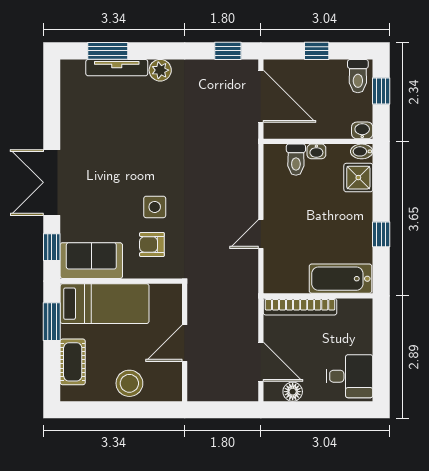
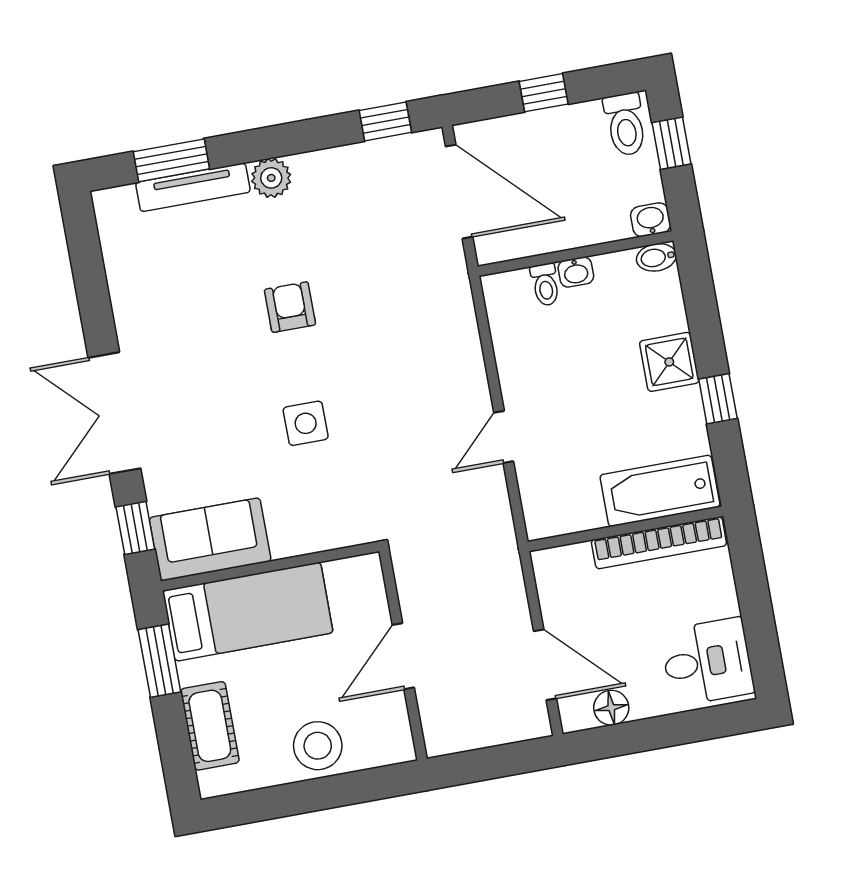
toilet: (296, 160) -> (545, 285), width x0.73, depth x0.72
shower: (358, 178) -> (669, 362), moved
armchair: (152, 244) -> (290, 307), moved, turned 90
bookcase: (300, 307) -> (659, 543), moved

